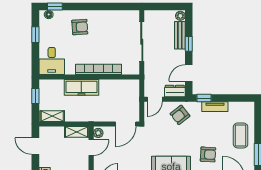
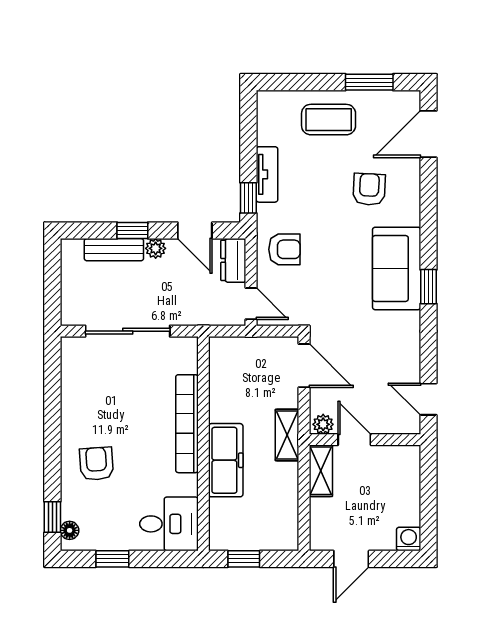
plant: (180, 16) -> (156, 248), moved
armchair: (180, 115) -> (284, 249), turned -52
shelving: (52, 116) -> (287, 435), moved

